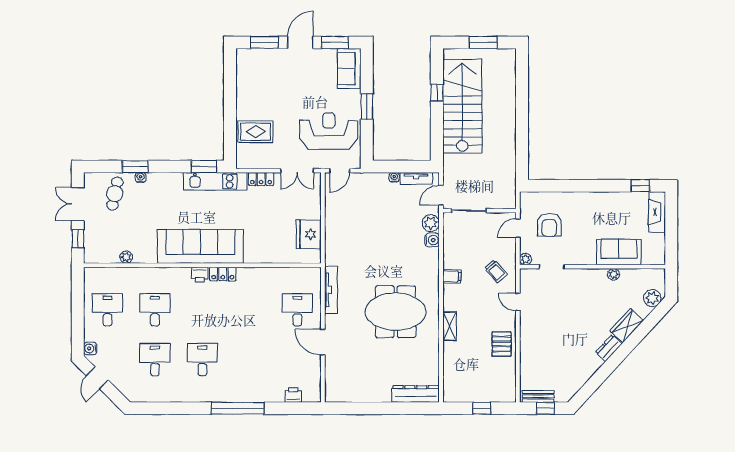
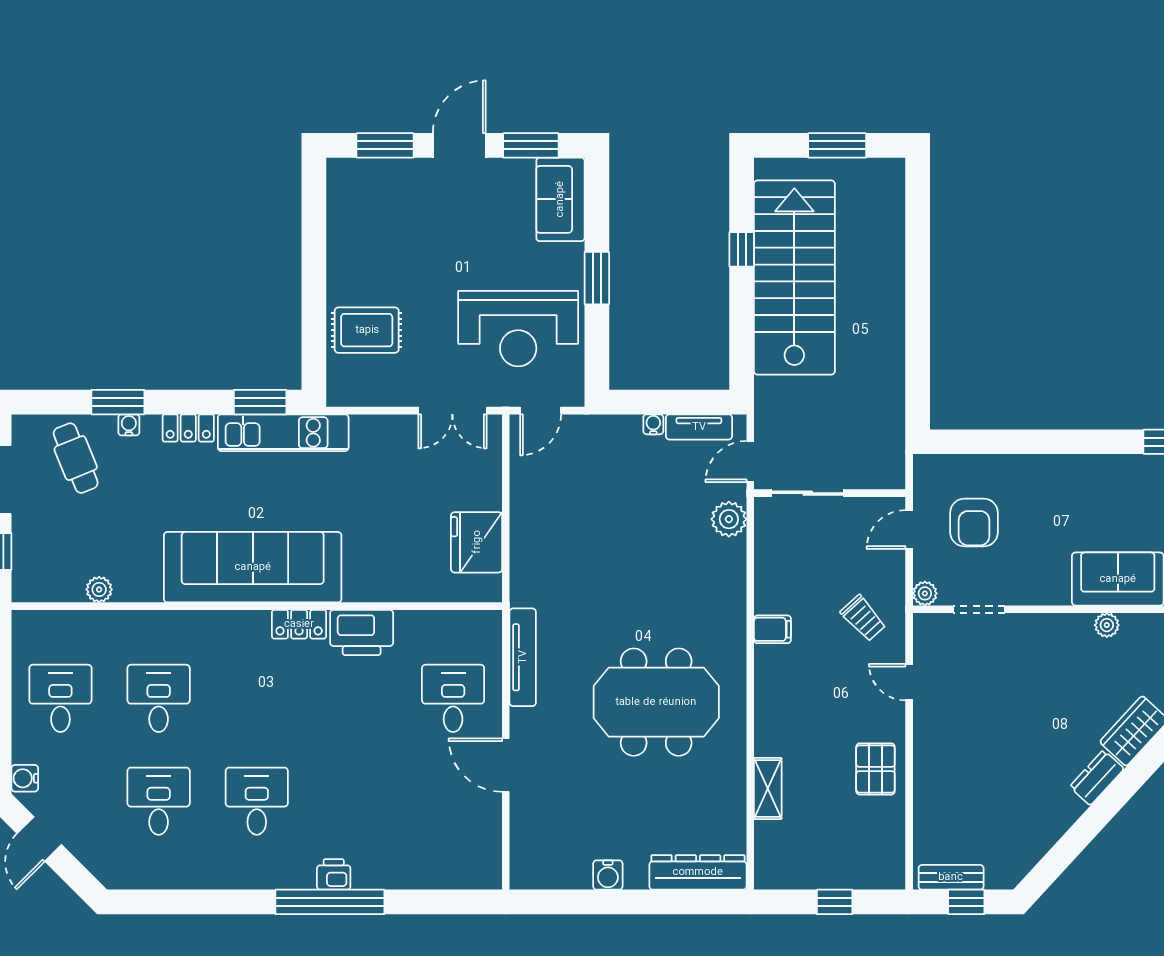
reception desk: (329, 131) -> (518, 329), turned 180
locker: (261, 179) -> (188, 428), moved
cafe table: (115, 194) -> (76, 458), turned -34
water cooler: (432, 240) -> (608, 875), moved, turned 90
printer: (200, 274) -> (362, 632), moved, width x1.87, depth x1.48
shelving: (449, 326) -> (768, 788), moved
printer: (293, 395) -> (334, 874), moved

